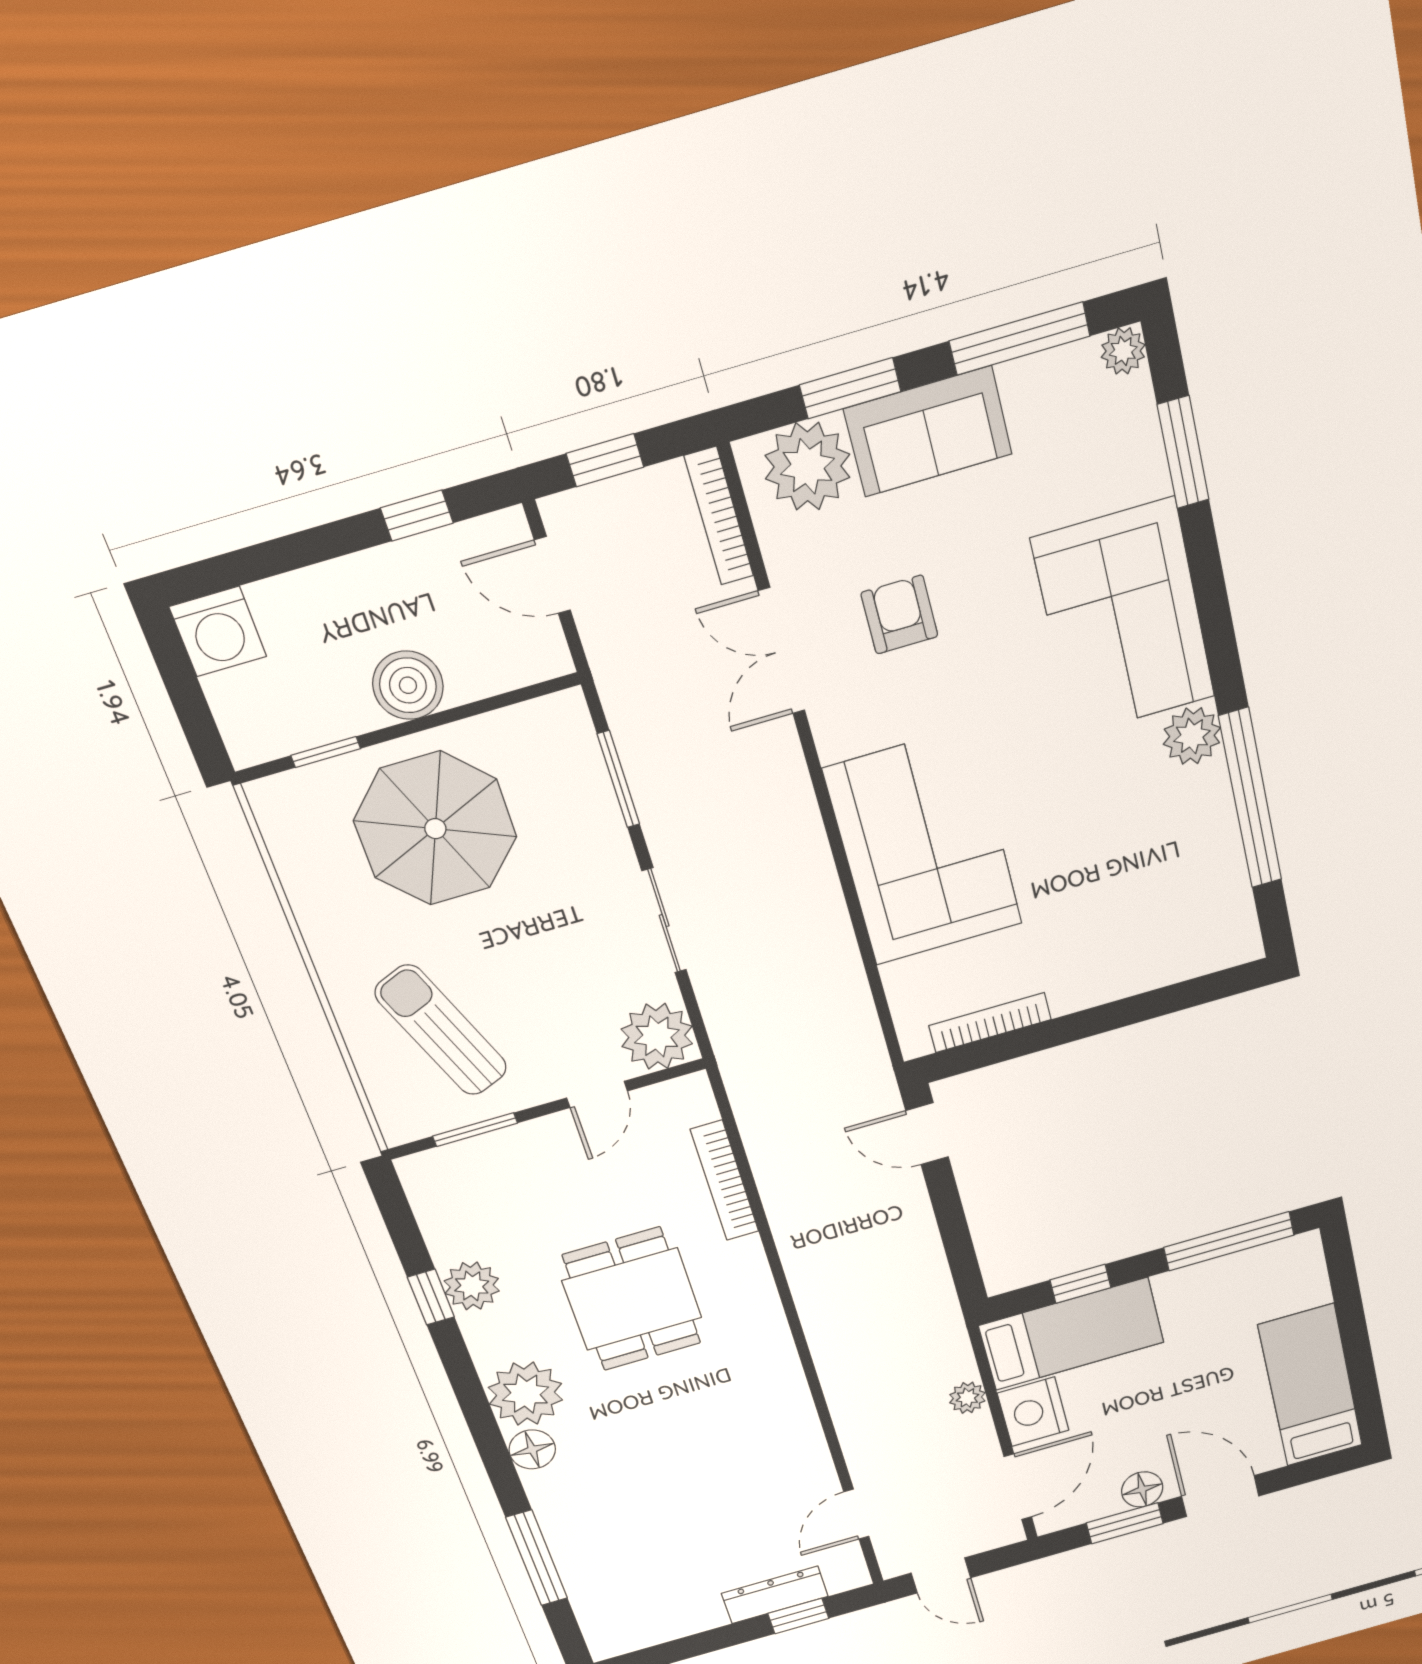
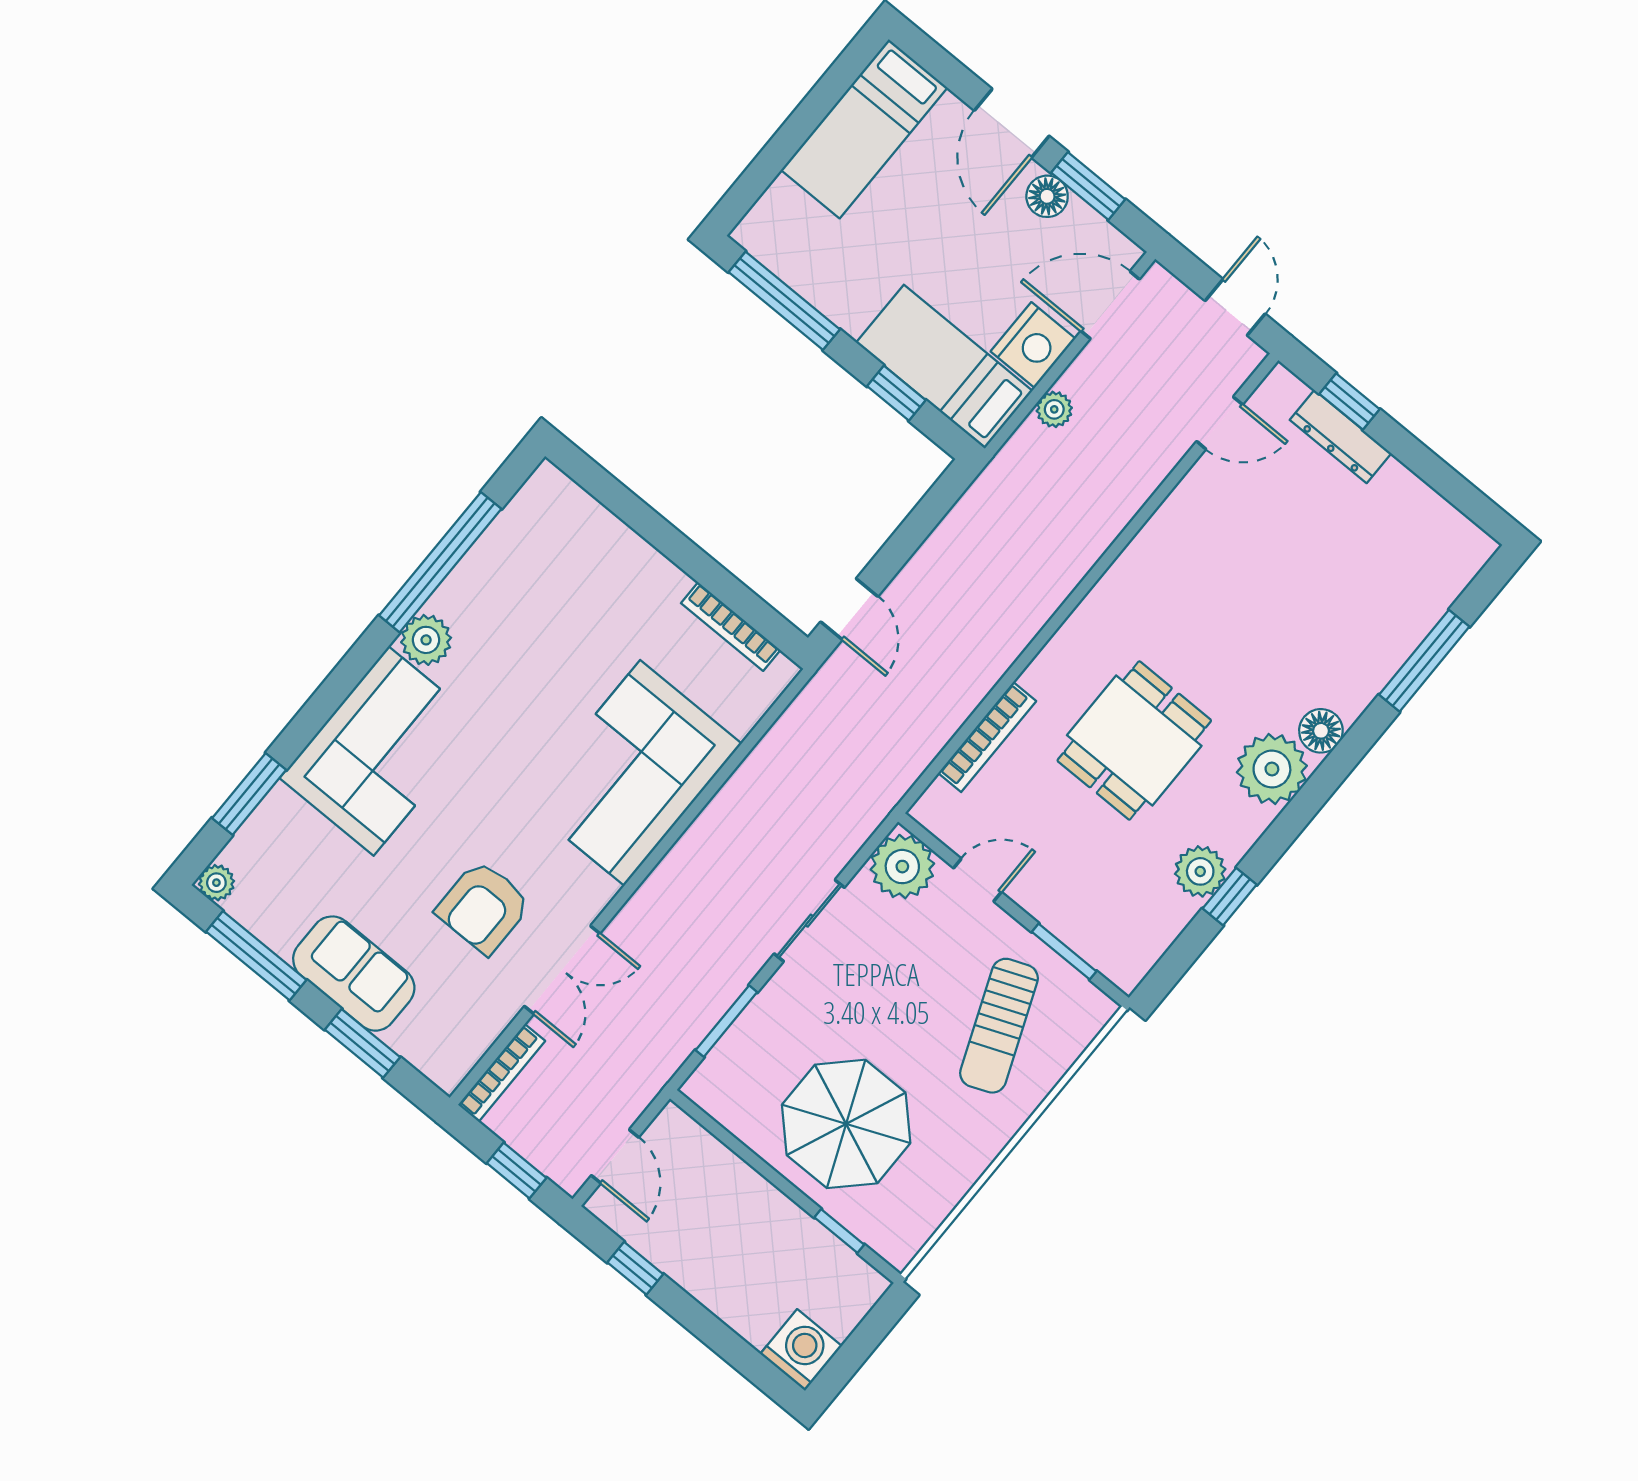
plant: (808, 466) -> (430, 1037), removed
armchair: (899, 615) -> (483, 907), width x1.38, depth x1.38
boiler: (408, 685) -> (755, 1205), removed

